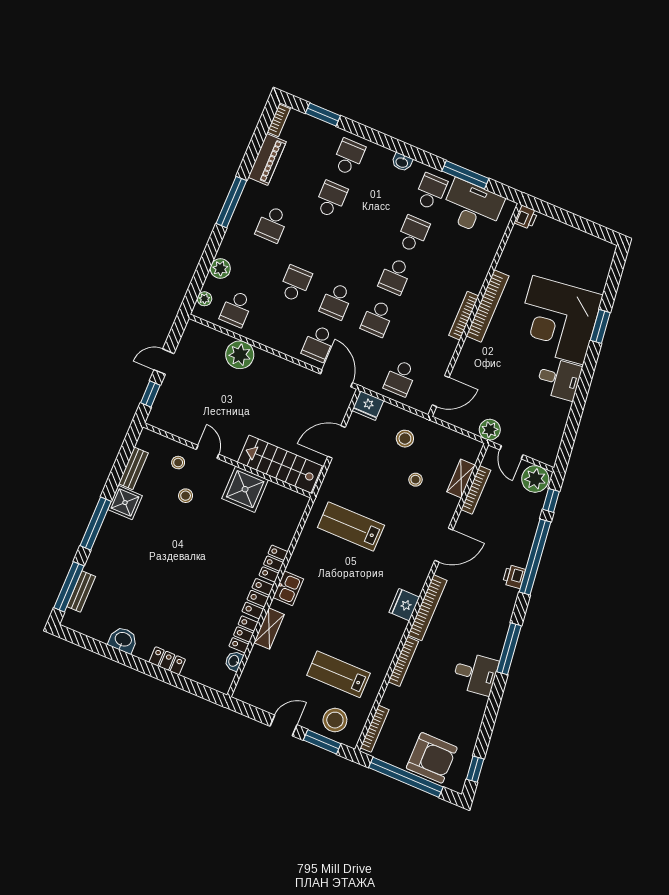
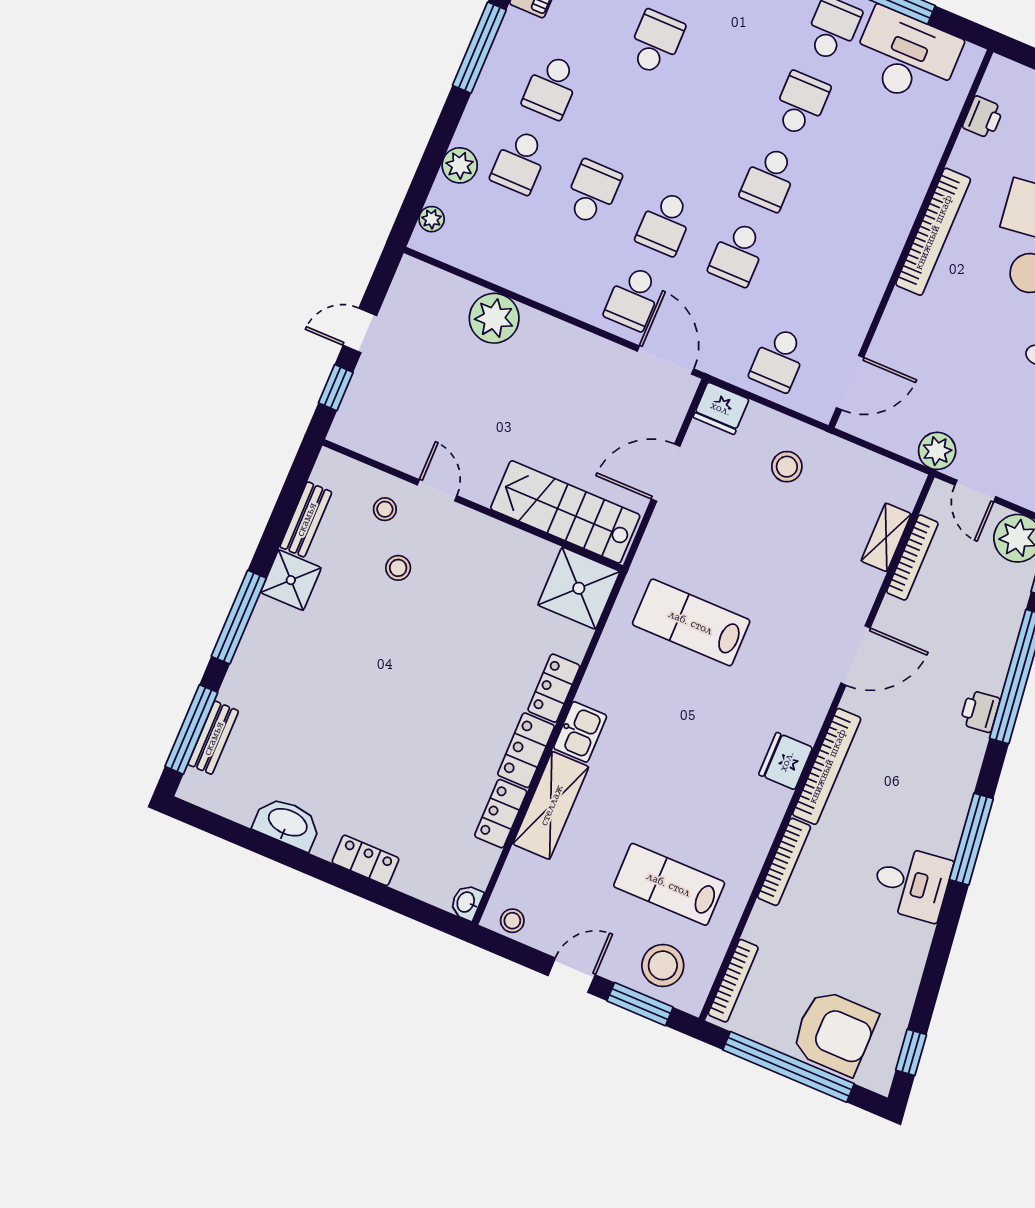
printer: (526, 217) -> (983, 117), moved
school desk: (236, 309) -> (520, 162), moved
bookcase: (464, 316) -> (891, 249), removed
stool: (416, 480) -> (512, 921), moved
shower: (245, 489) -> (579, 588), moved
shelving: (269, 629) -> (551, 805), width x1.50, depth x1.33
washbasin: (123, 640) -> (287, 823), width x1.38
washbasin: (234, 661) -> (466, 902), moved

